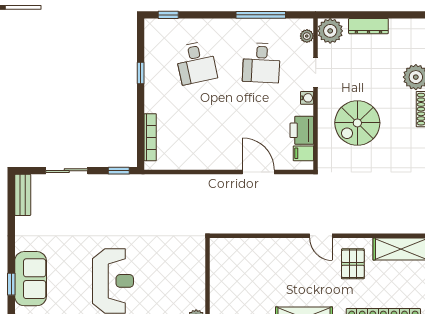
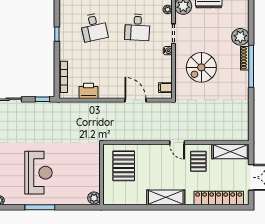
printer: (302, 130) -> (89, 91), moved, turned 90
pallet: (241, 271) -> (124, 166), added

